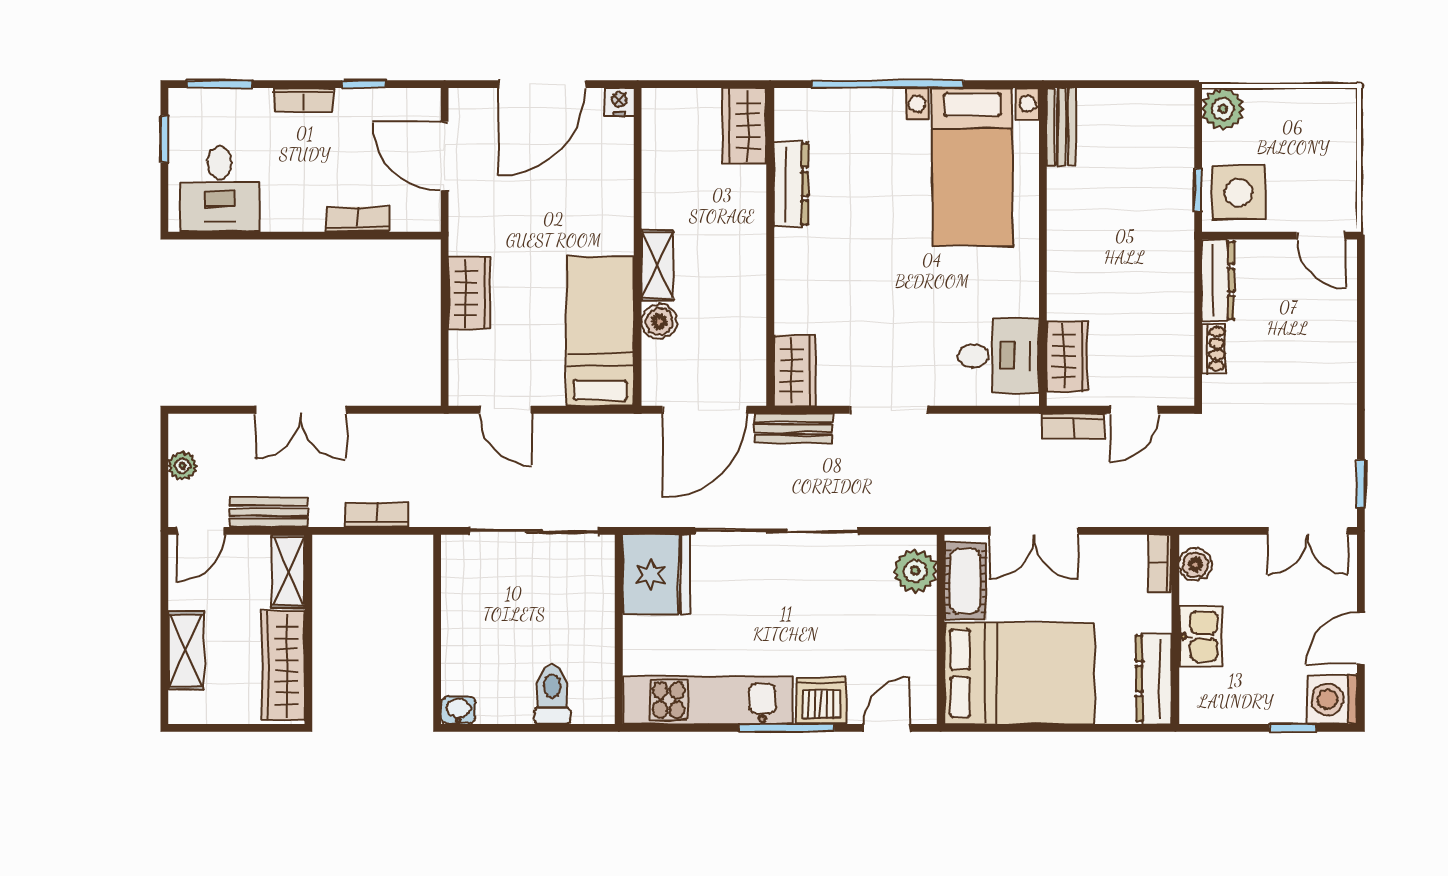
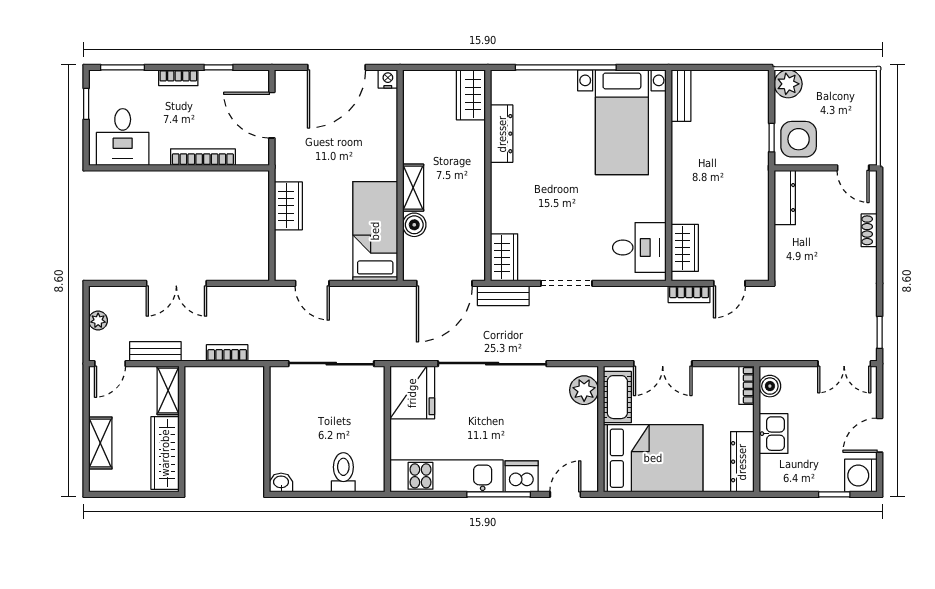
bookcase: (358, 219) -> (203, 157), width x1.56
shoe rack: (1214, 349) -> (869, 230), moved, turned 180

